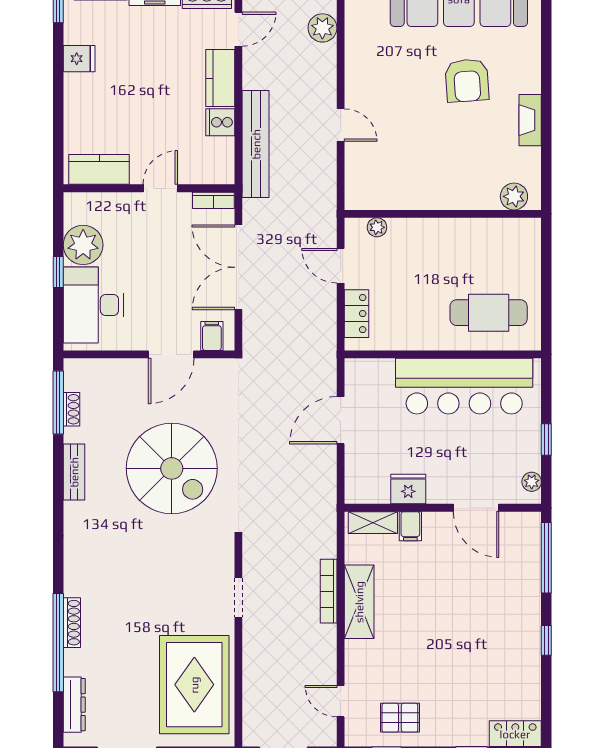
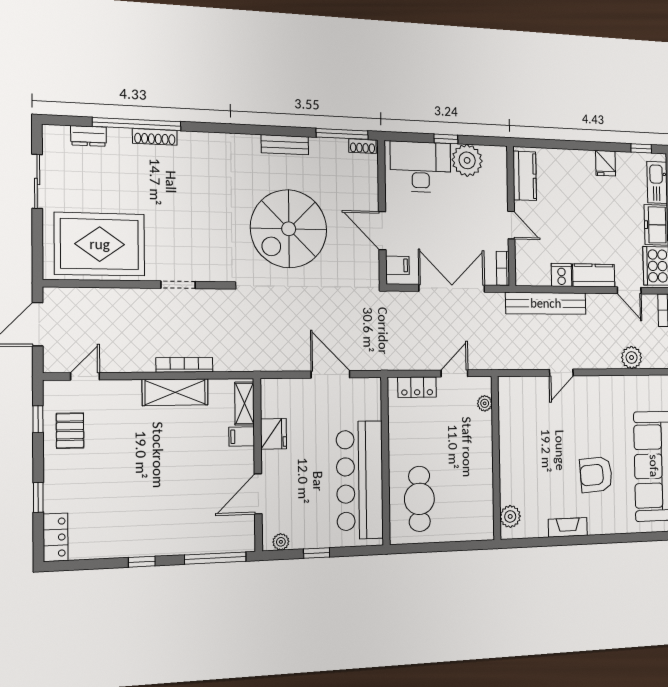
shoe rack: (71, 409) -> (362, 146), moved
dresser: (74, 705) -> (89, 136), width x0.70

